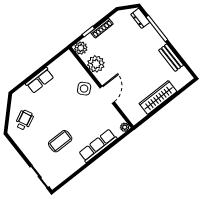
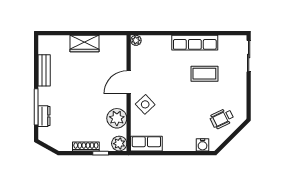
dresser: (140, 18) -> (44, 116), moved
row of seats: (40, 80) -> (146, 144), moved
water cooler: (23, 92) -> (203, 145), added
wardrobe: (158, 97) -> (84, 44), width x0.67
row of seats: (98, 146) -> (195, 43), moved

